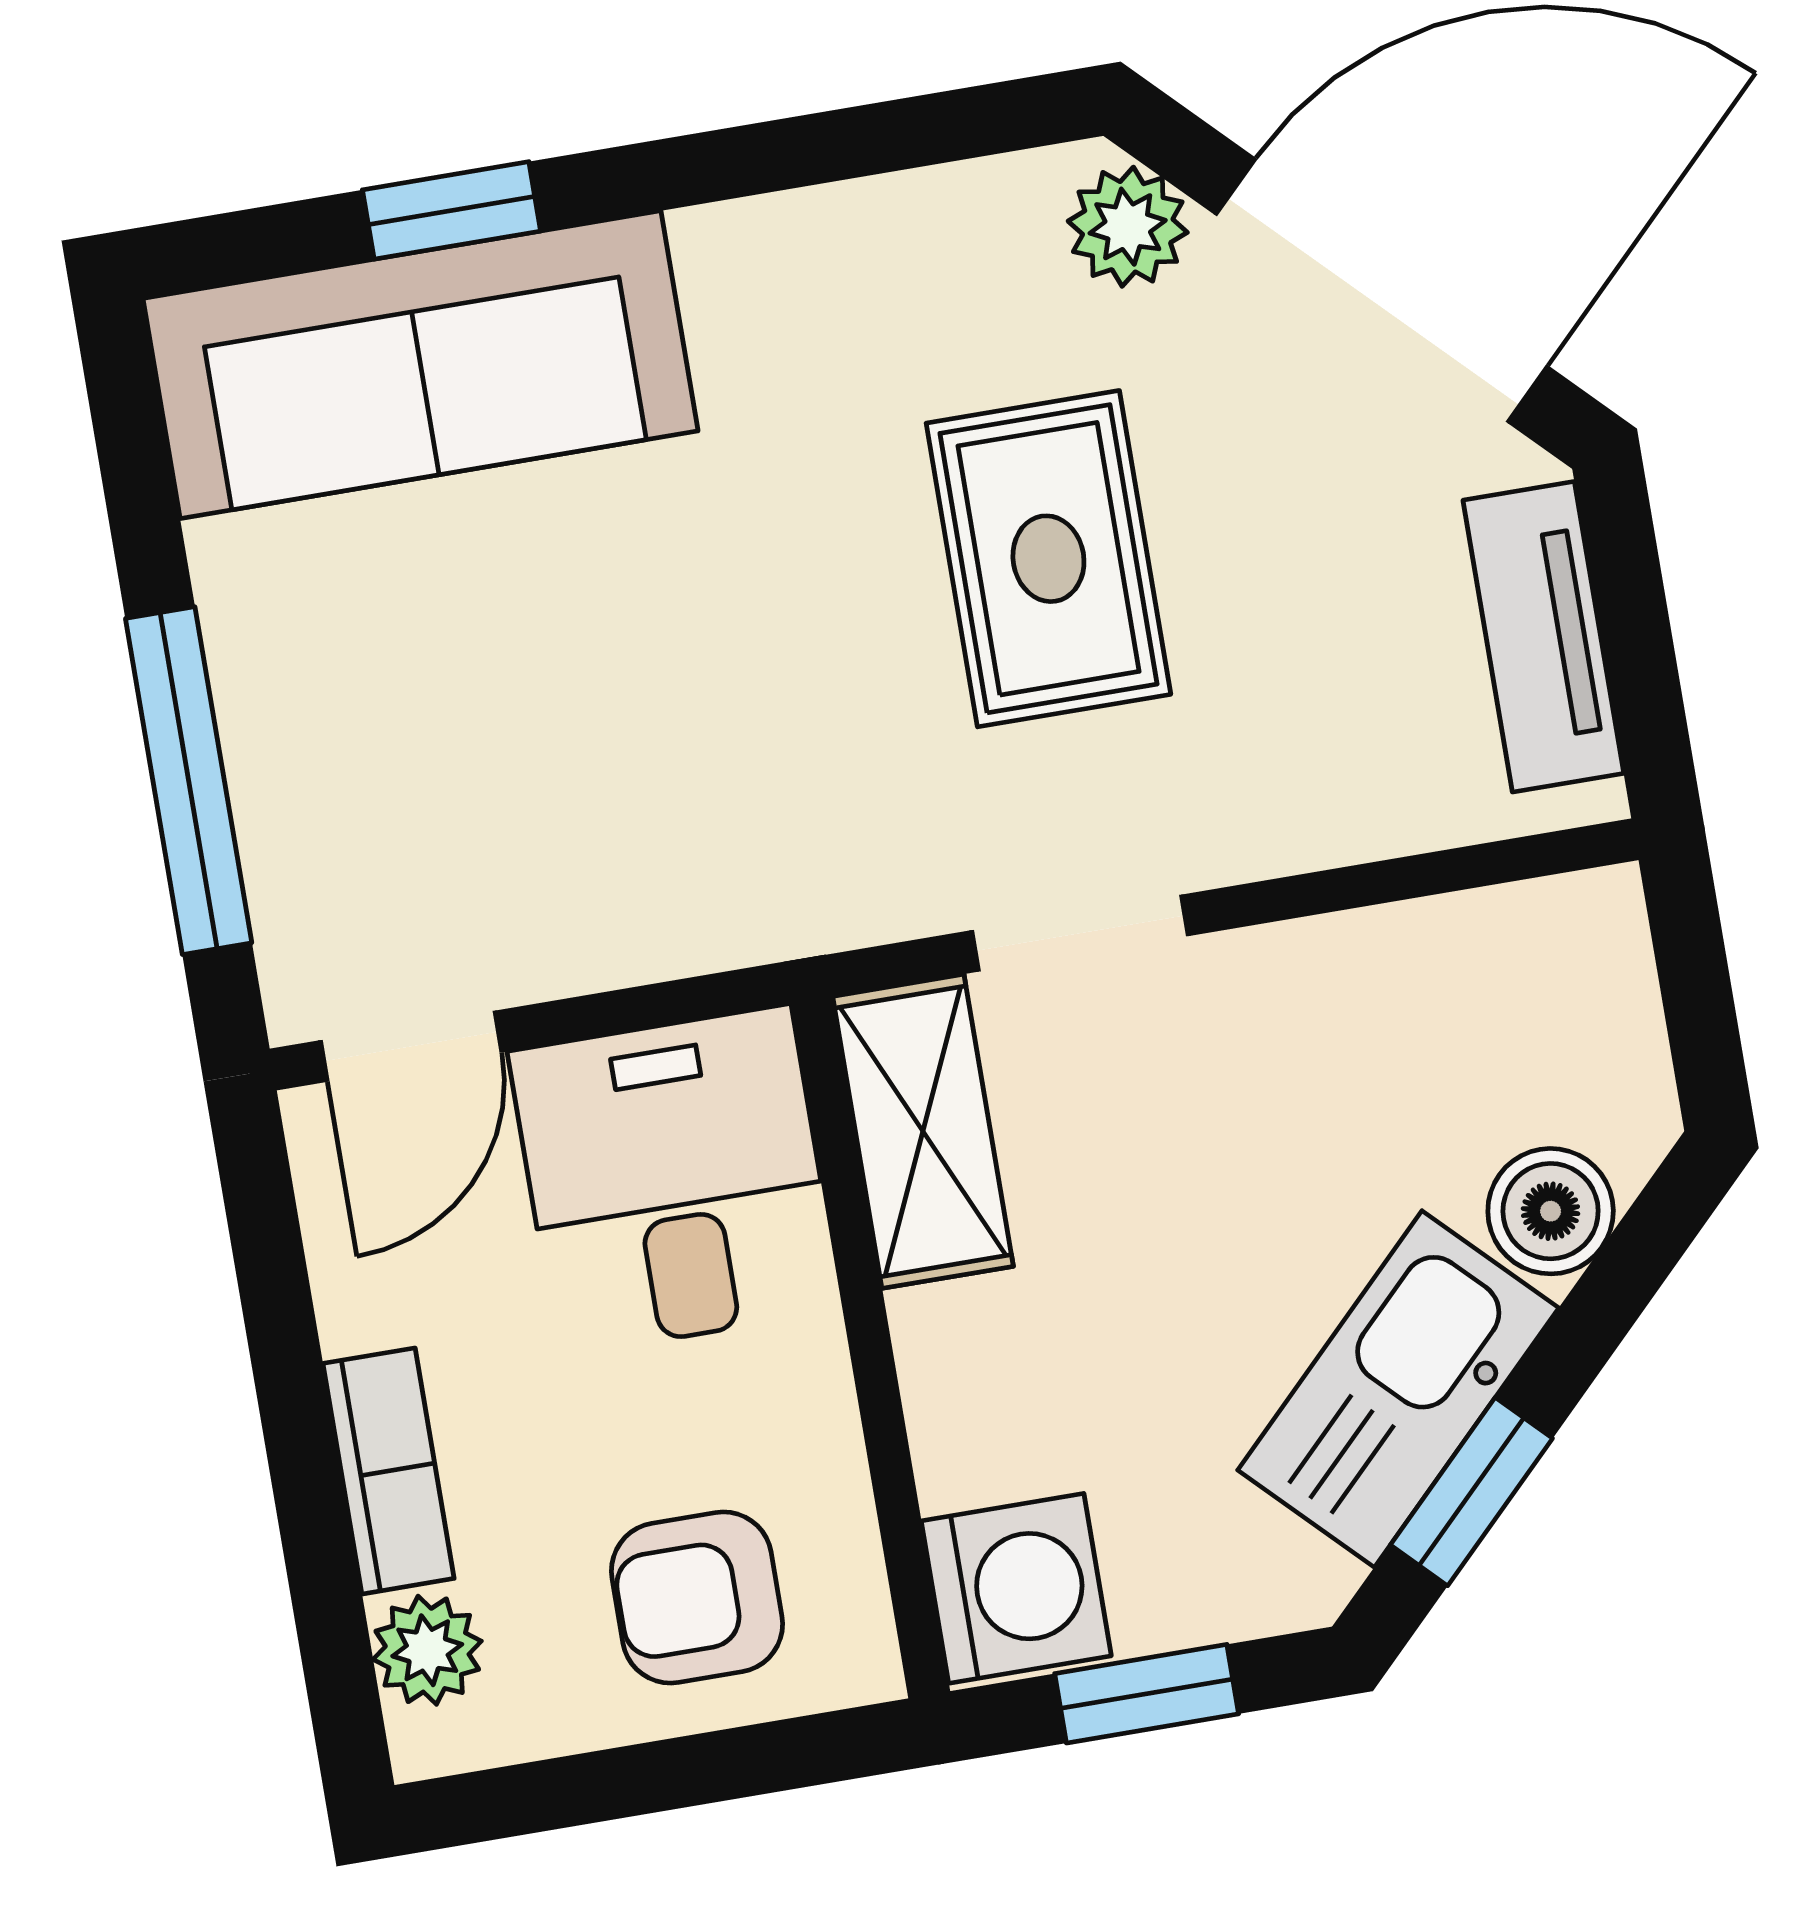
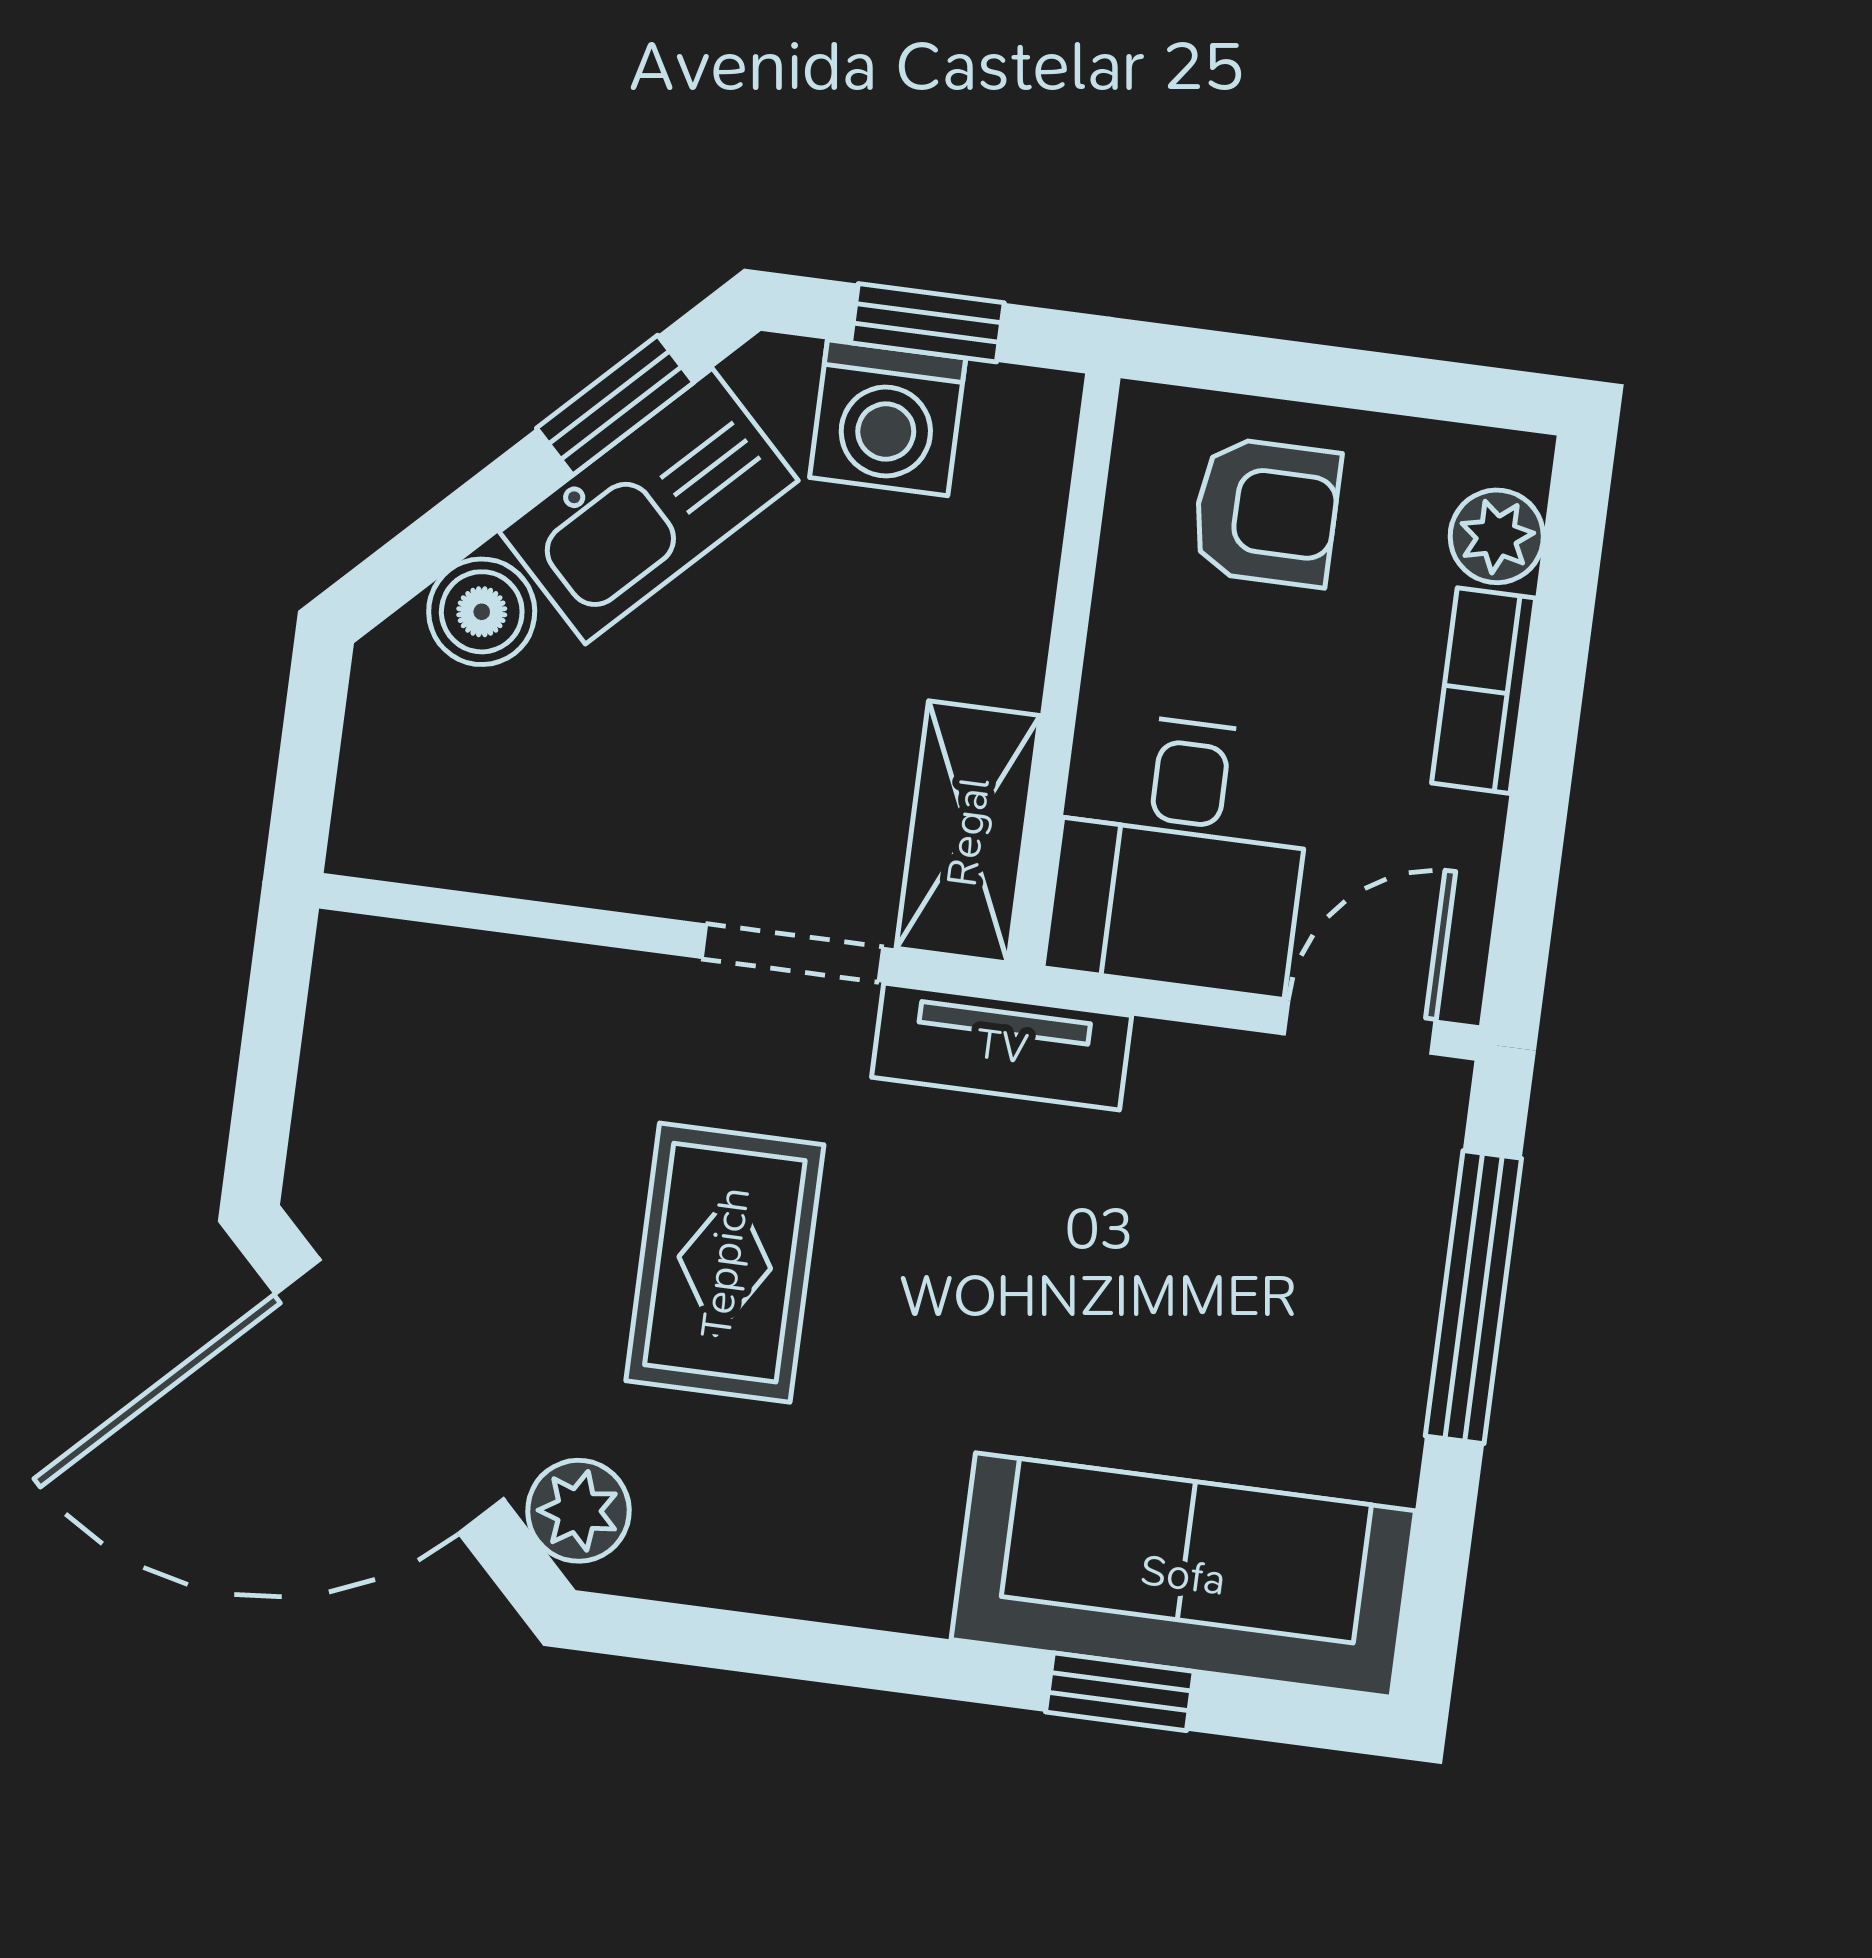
tv unit: (1543, 637) -> (1002, 1046), moved, turned 90
washing machine: (1016, 1588) -> (888, 418), moved, turned -90

